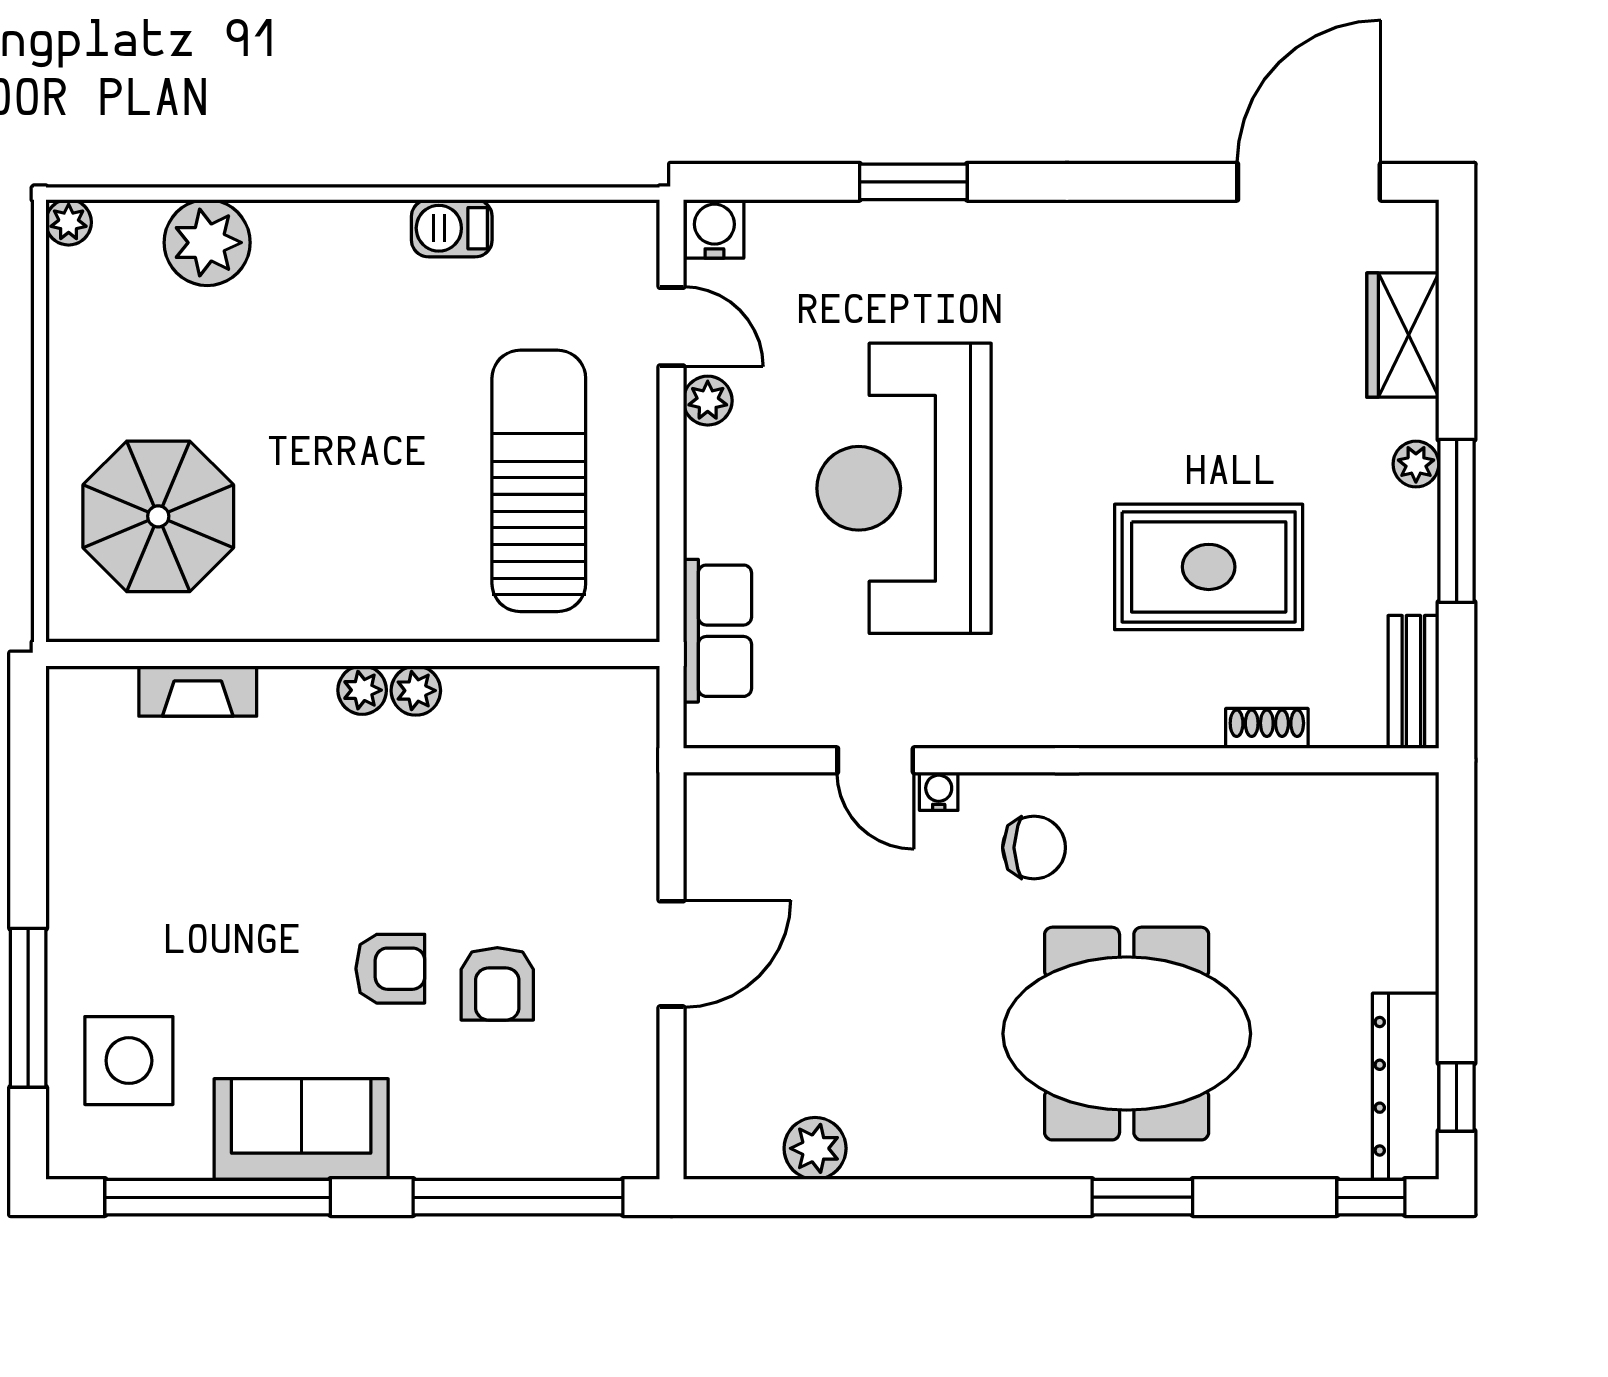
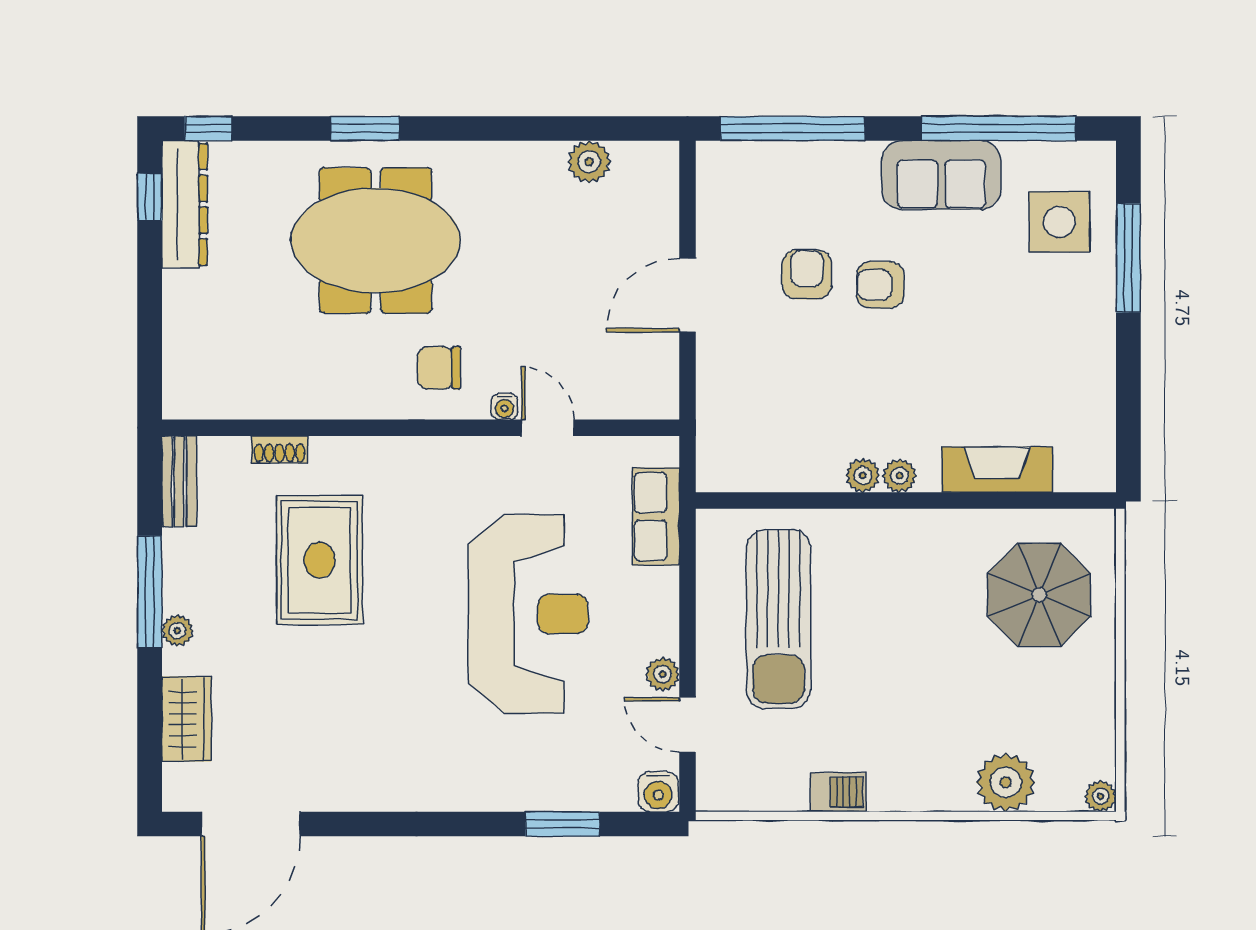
window: (913, 182) -> (562, 824), moved
rug: (1209, 567) -> (319, 560), turned 90
fireplace: (198, 691) -> (997, 470), width x1.37, depth x1.32

